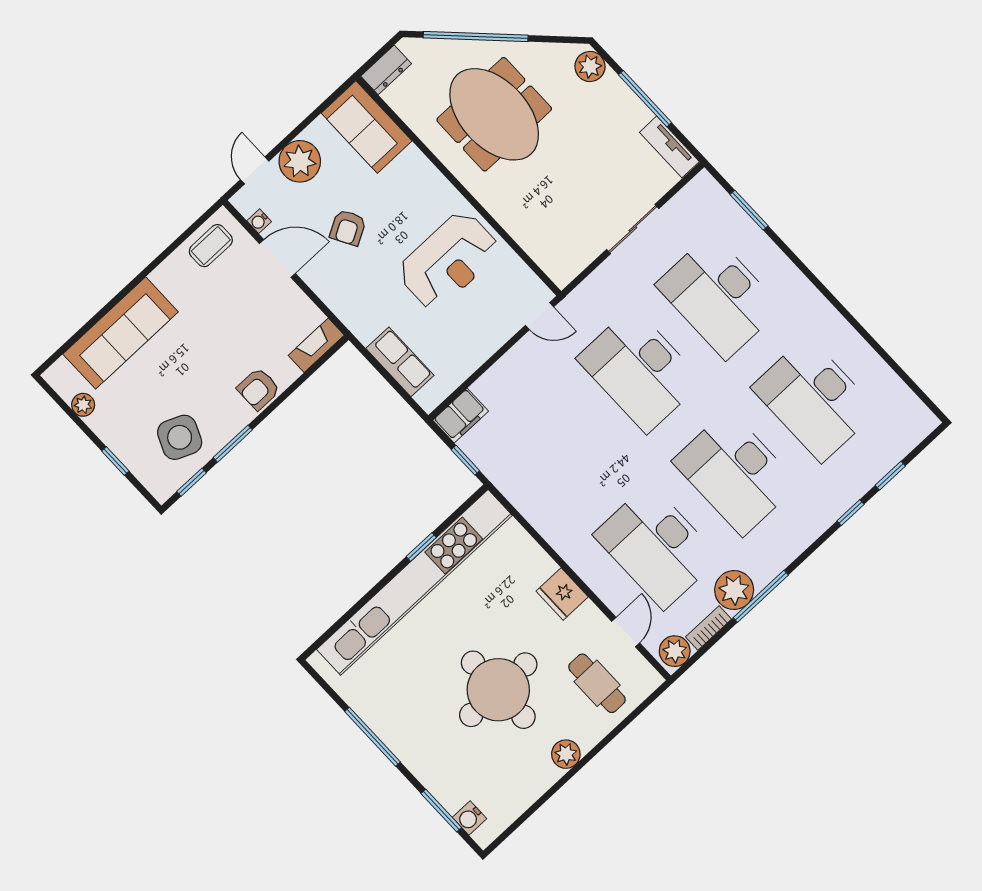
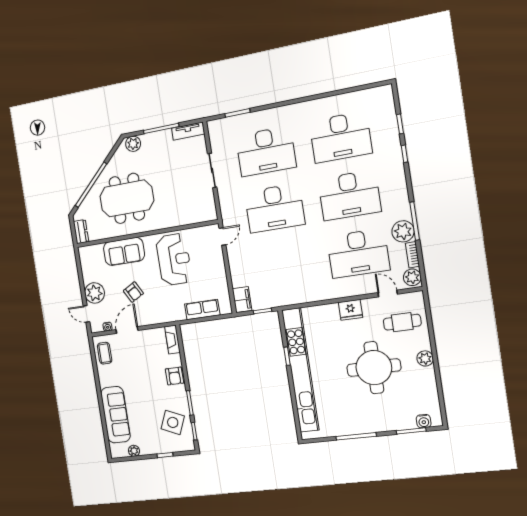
sofa: (367, 127) -> (124, 251), moved

